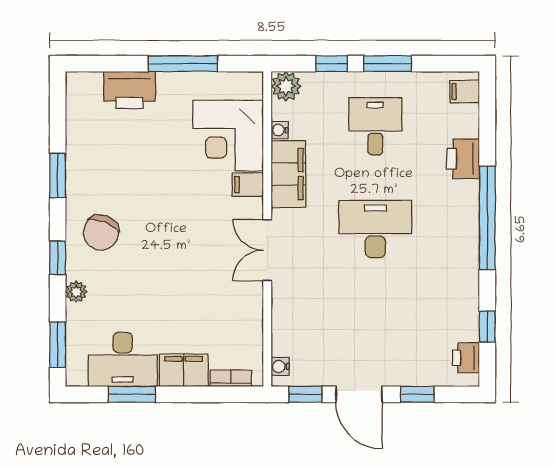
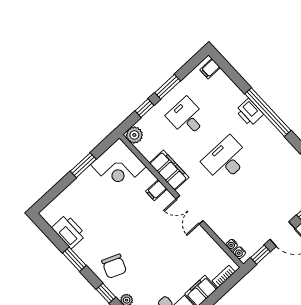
window: (183, 64) -> (83, 165), width x0.69
printer: (129, 90) -> (69, 231), moved, turned -90
water cooler: (280, 130) -> (232, 245), moved
corner desk: (228, 136) -> (118, 166), moved
printer: (463, 159) -> (249, 112), moved

